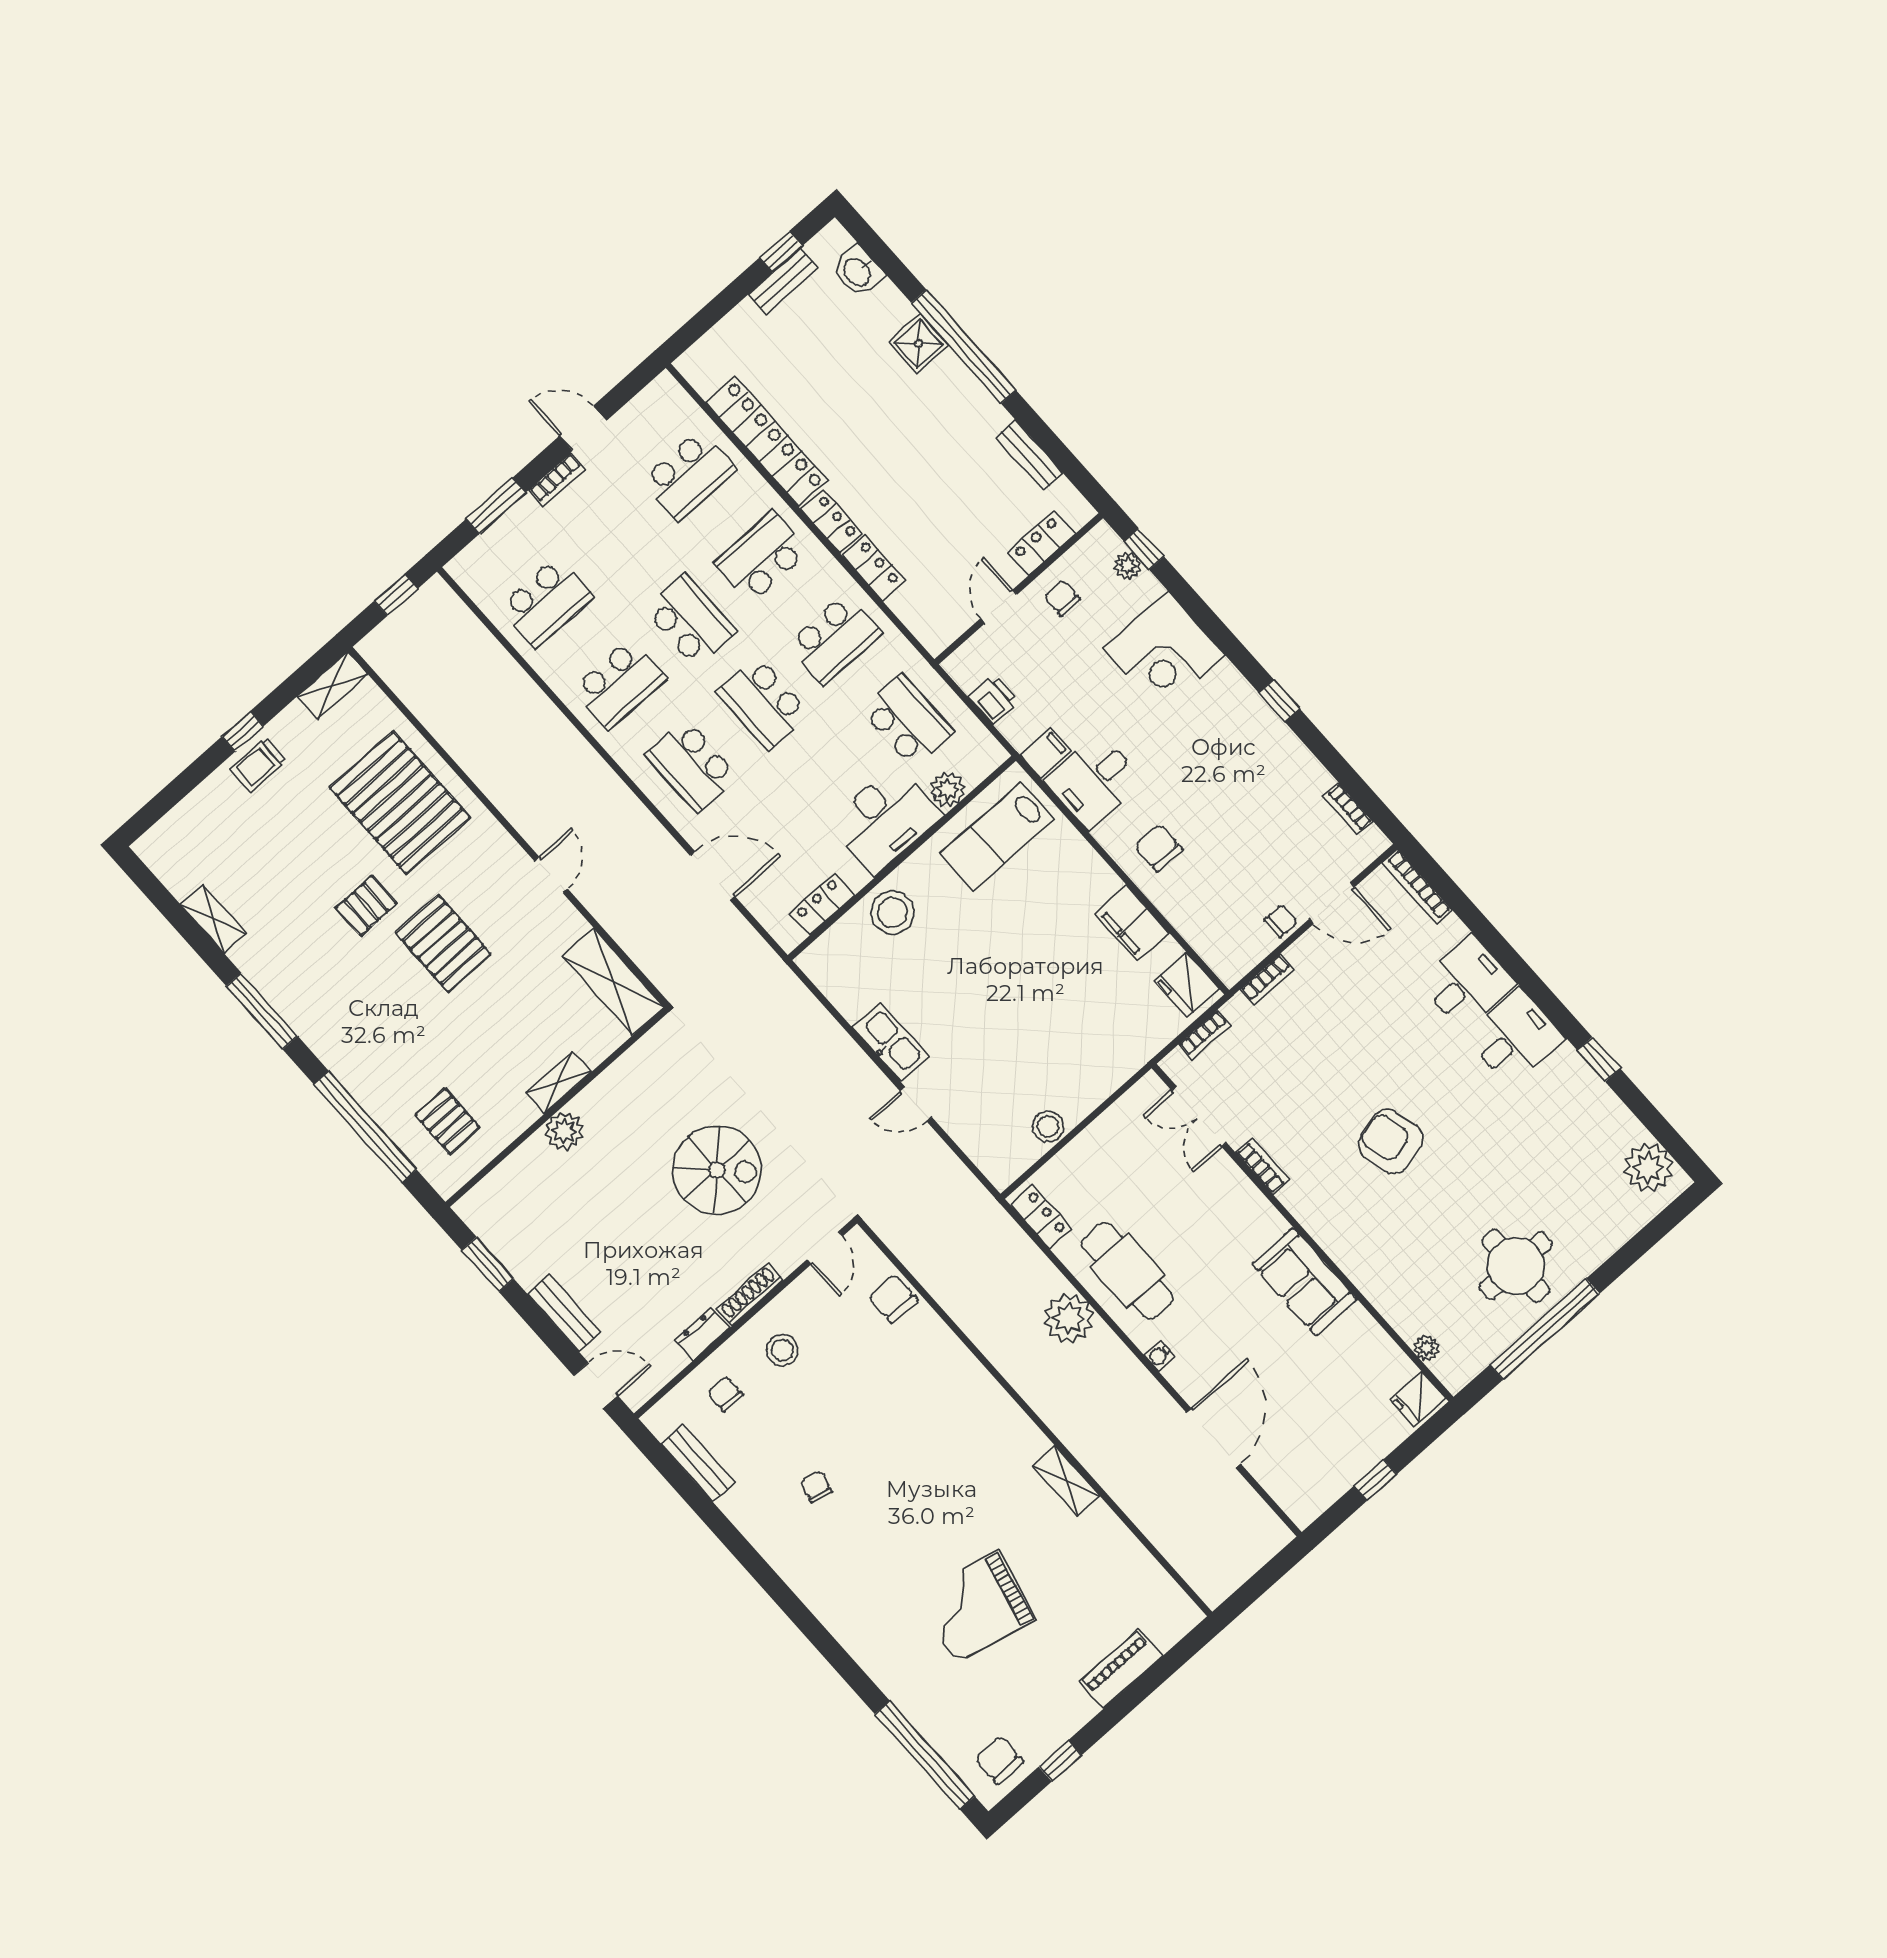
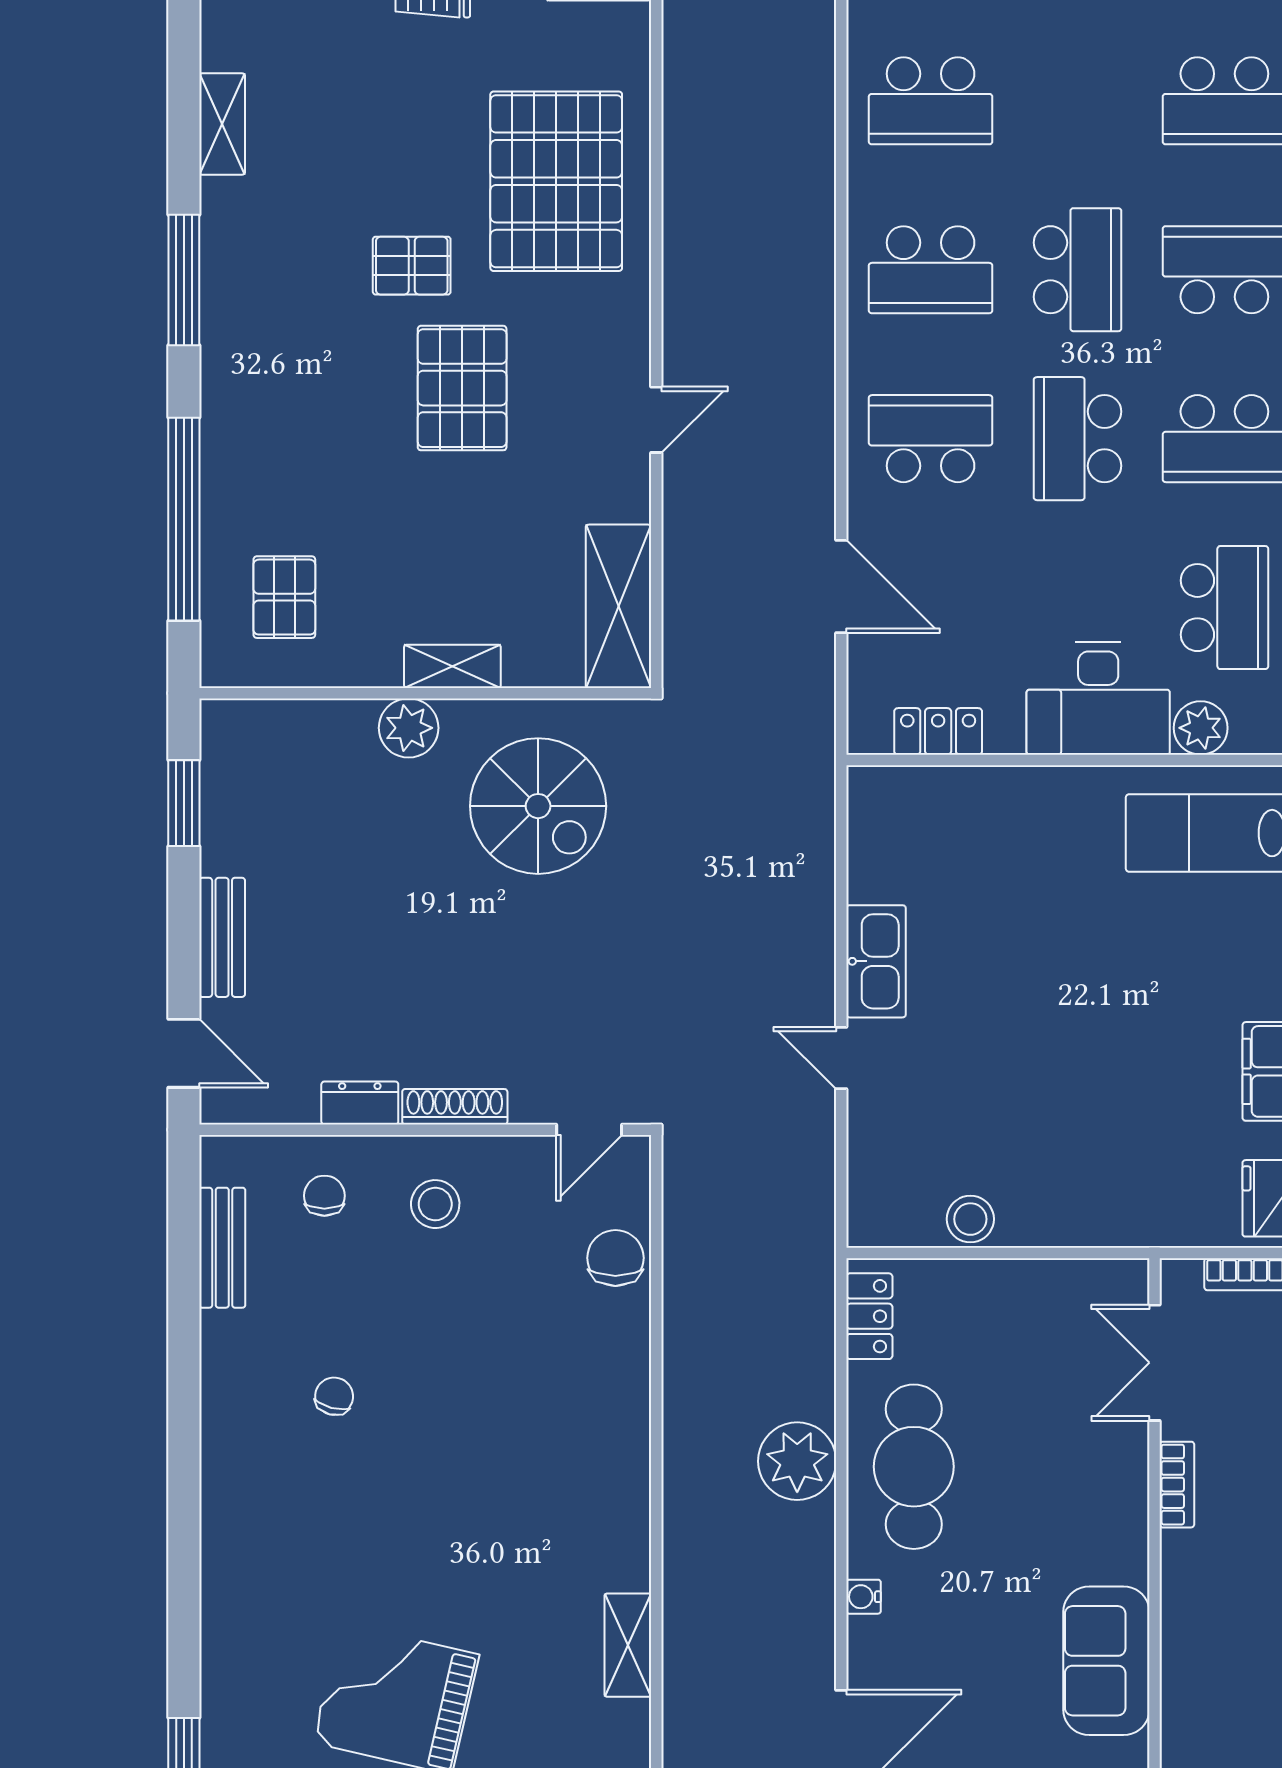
school desk: (692, 766) -> (931, 439), turned 90
stool: (893, 913) -> (1011, 813), removed
spiral stairs: (717, 1170) -> (538, 806), moved

